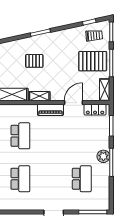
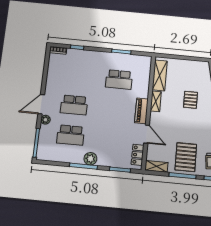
school desk: (20, 179) -> (74, 105), moved
plant: (69, 206) -> (45, 120), added

